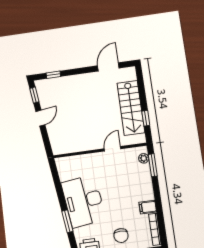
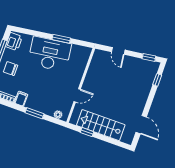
door: (40, 118) -> (118, 51), moved
door: (112, 149) -> (77, 95), hinge flipped
window: (153, 165) -> (34, 113), moved
window: (67, 221) -> (61, 39), moved

